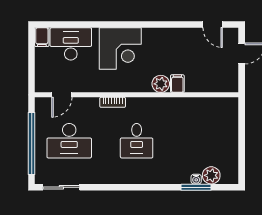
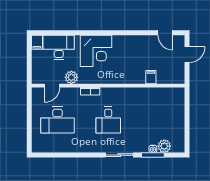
plant: (161, 84) -> (71, 77), moved
filing cabinet: (177, 84) -> (151, 77), moved
window: (32, 144) -> (29, 122), removed
sliding door: (61, 187) -> (119, 155), moved

